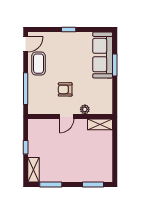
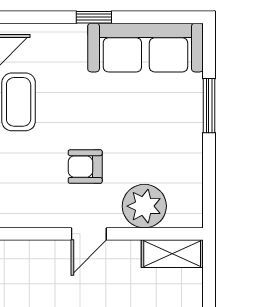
sofa: (103, 55) -> (145, 48), moved, turned -90
plant: (85, 109) -> (144, 206), width x1.88, depth x1.88

